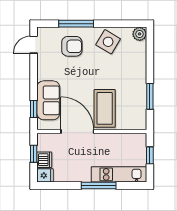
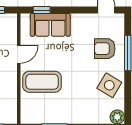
armchair: (72, 46) -> (105, 49), turned 90
door: (77, 131) -> (19, 54), width x0.53

